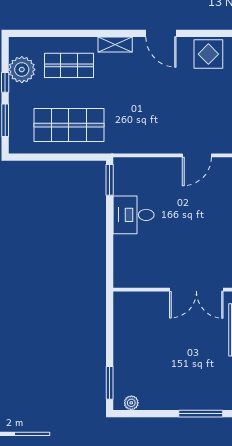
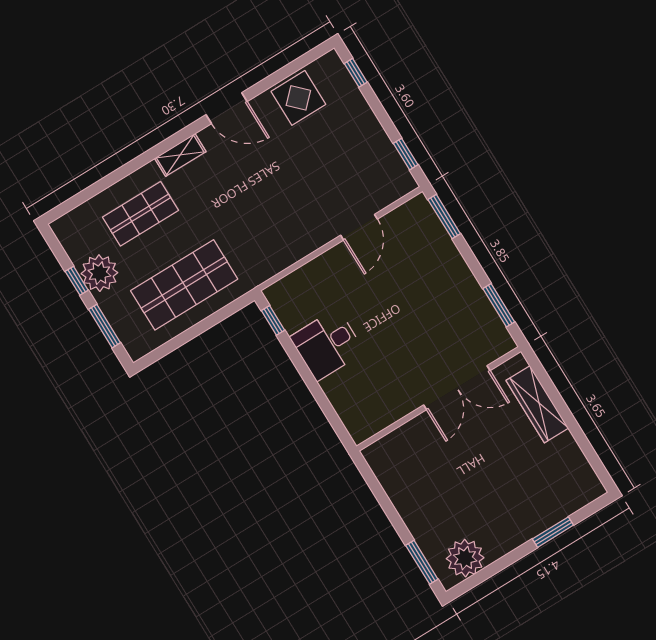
plant: (22, 70) -> (99, 273), moved
window: (110, 180) -> (273, 320), width x0.67
plant: (131, 403) -> (465, 558), width x1.88, depth x1.88
window: (201, 414) -> (553, 532), width x0.69

